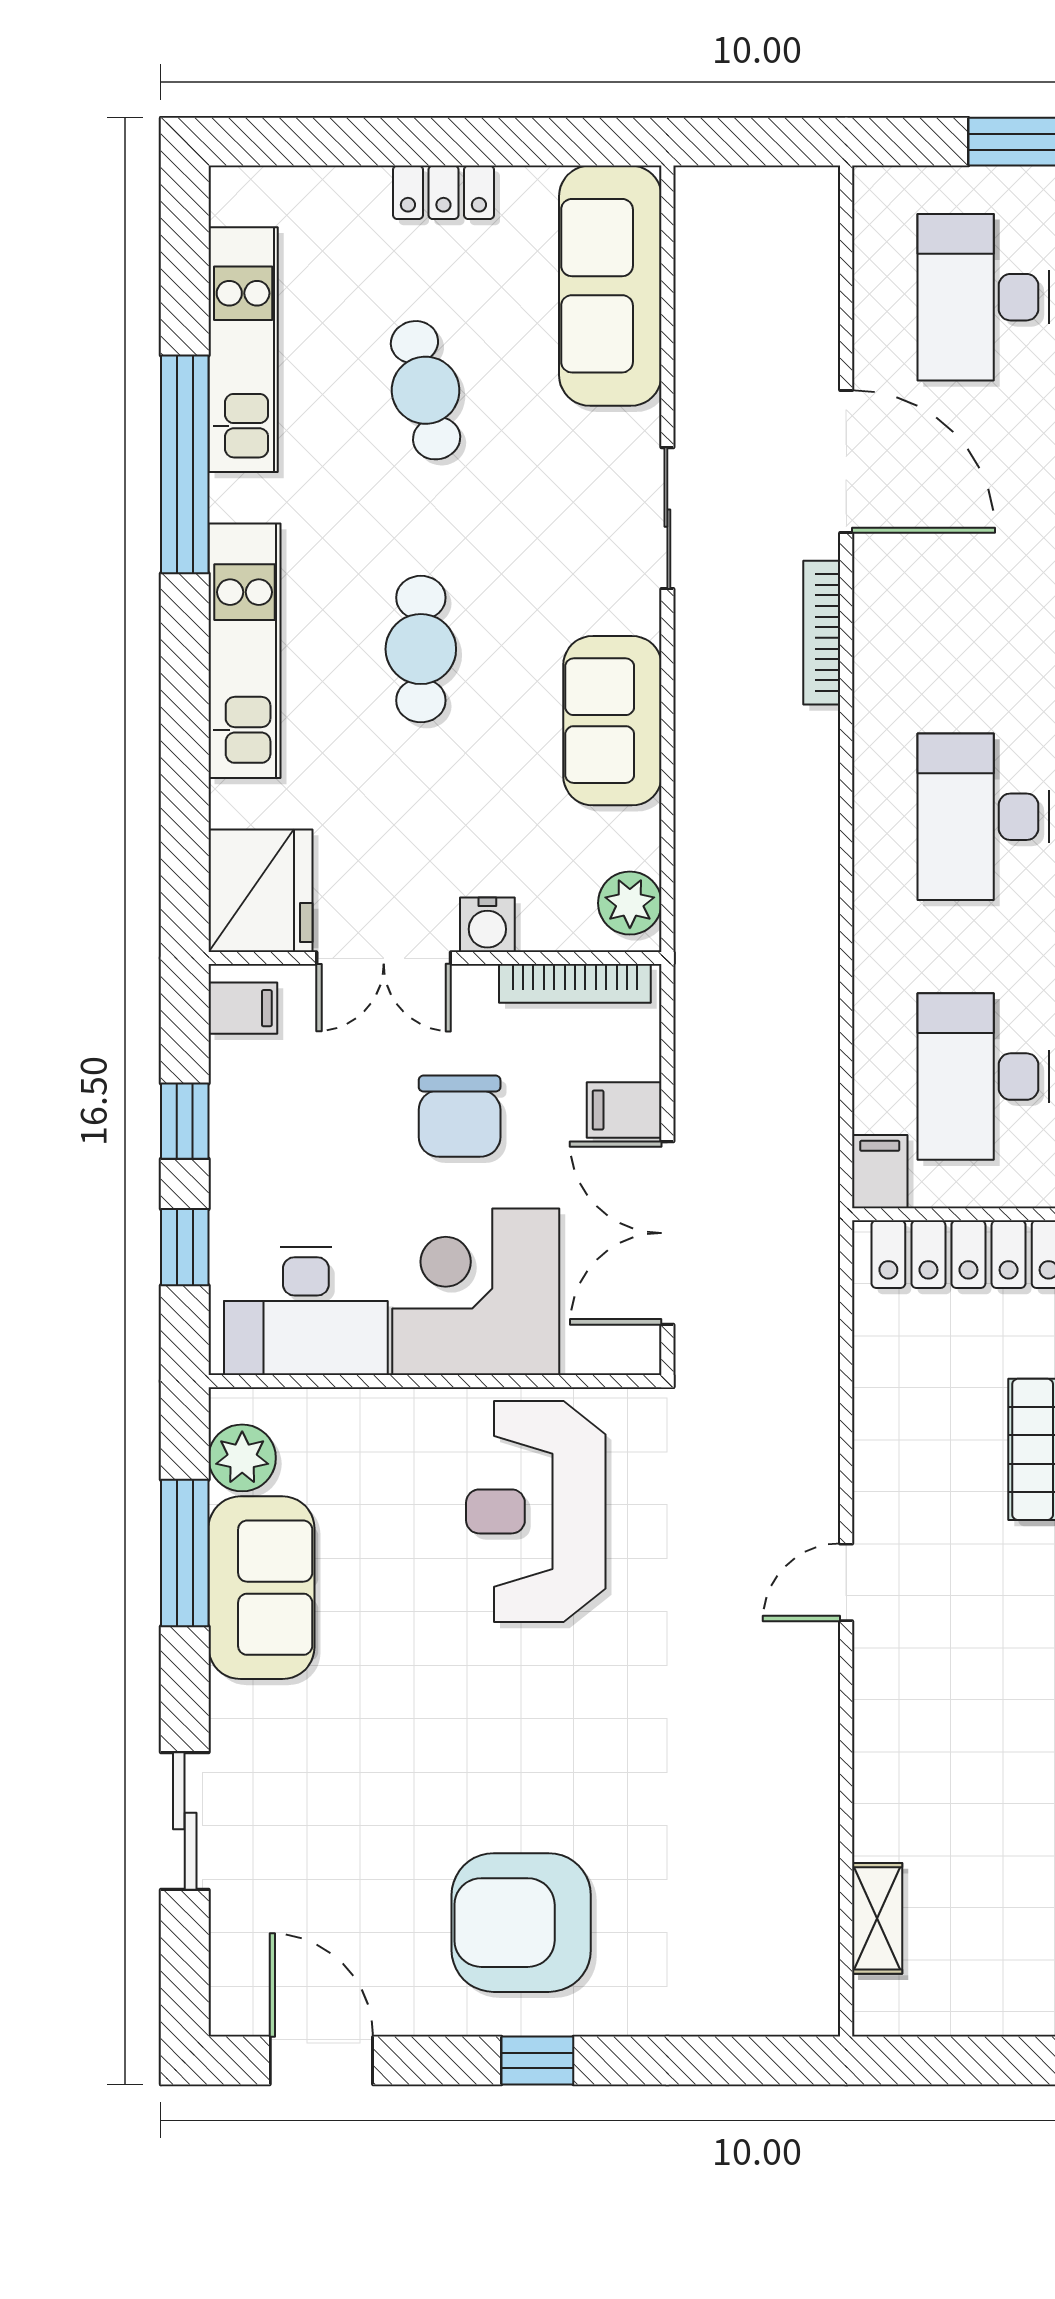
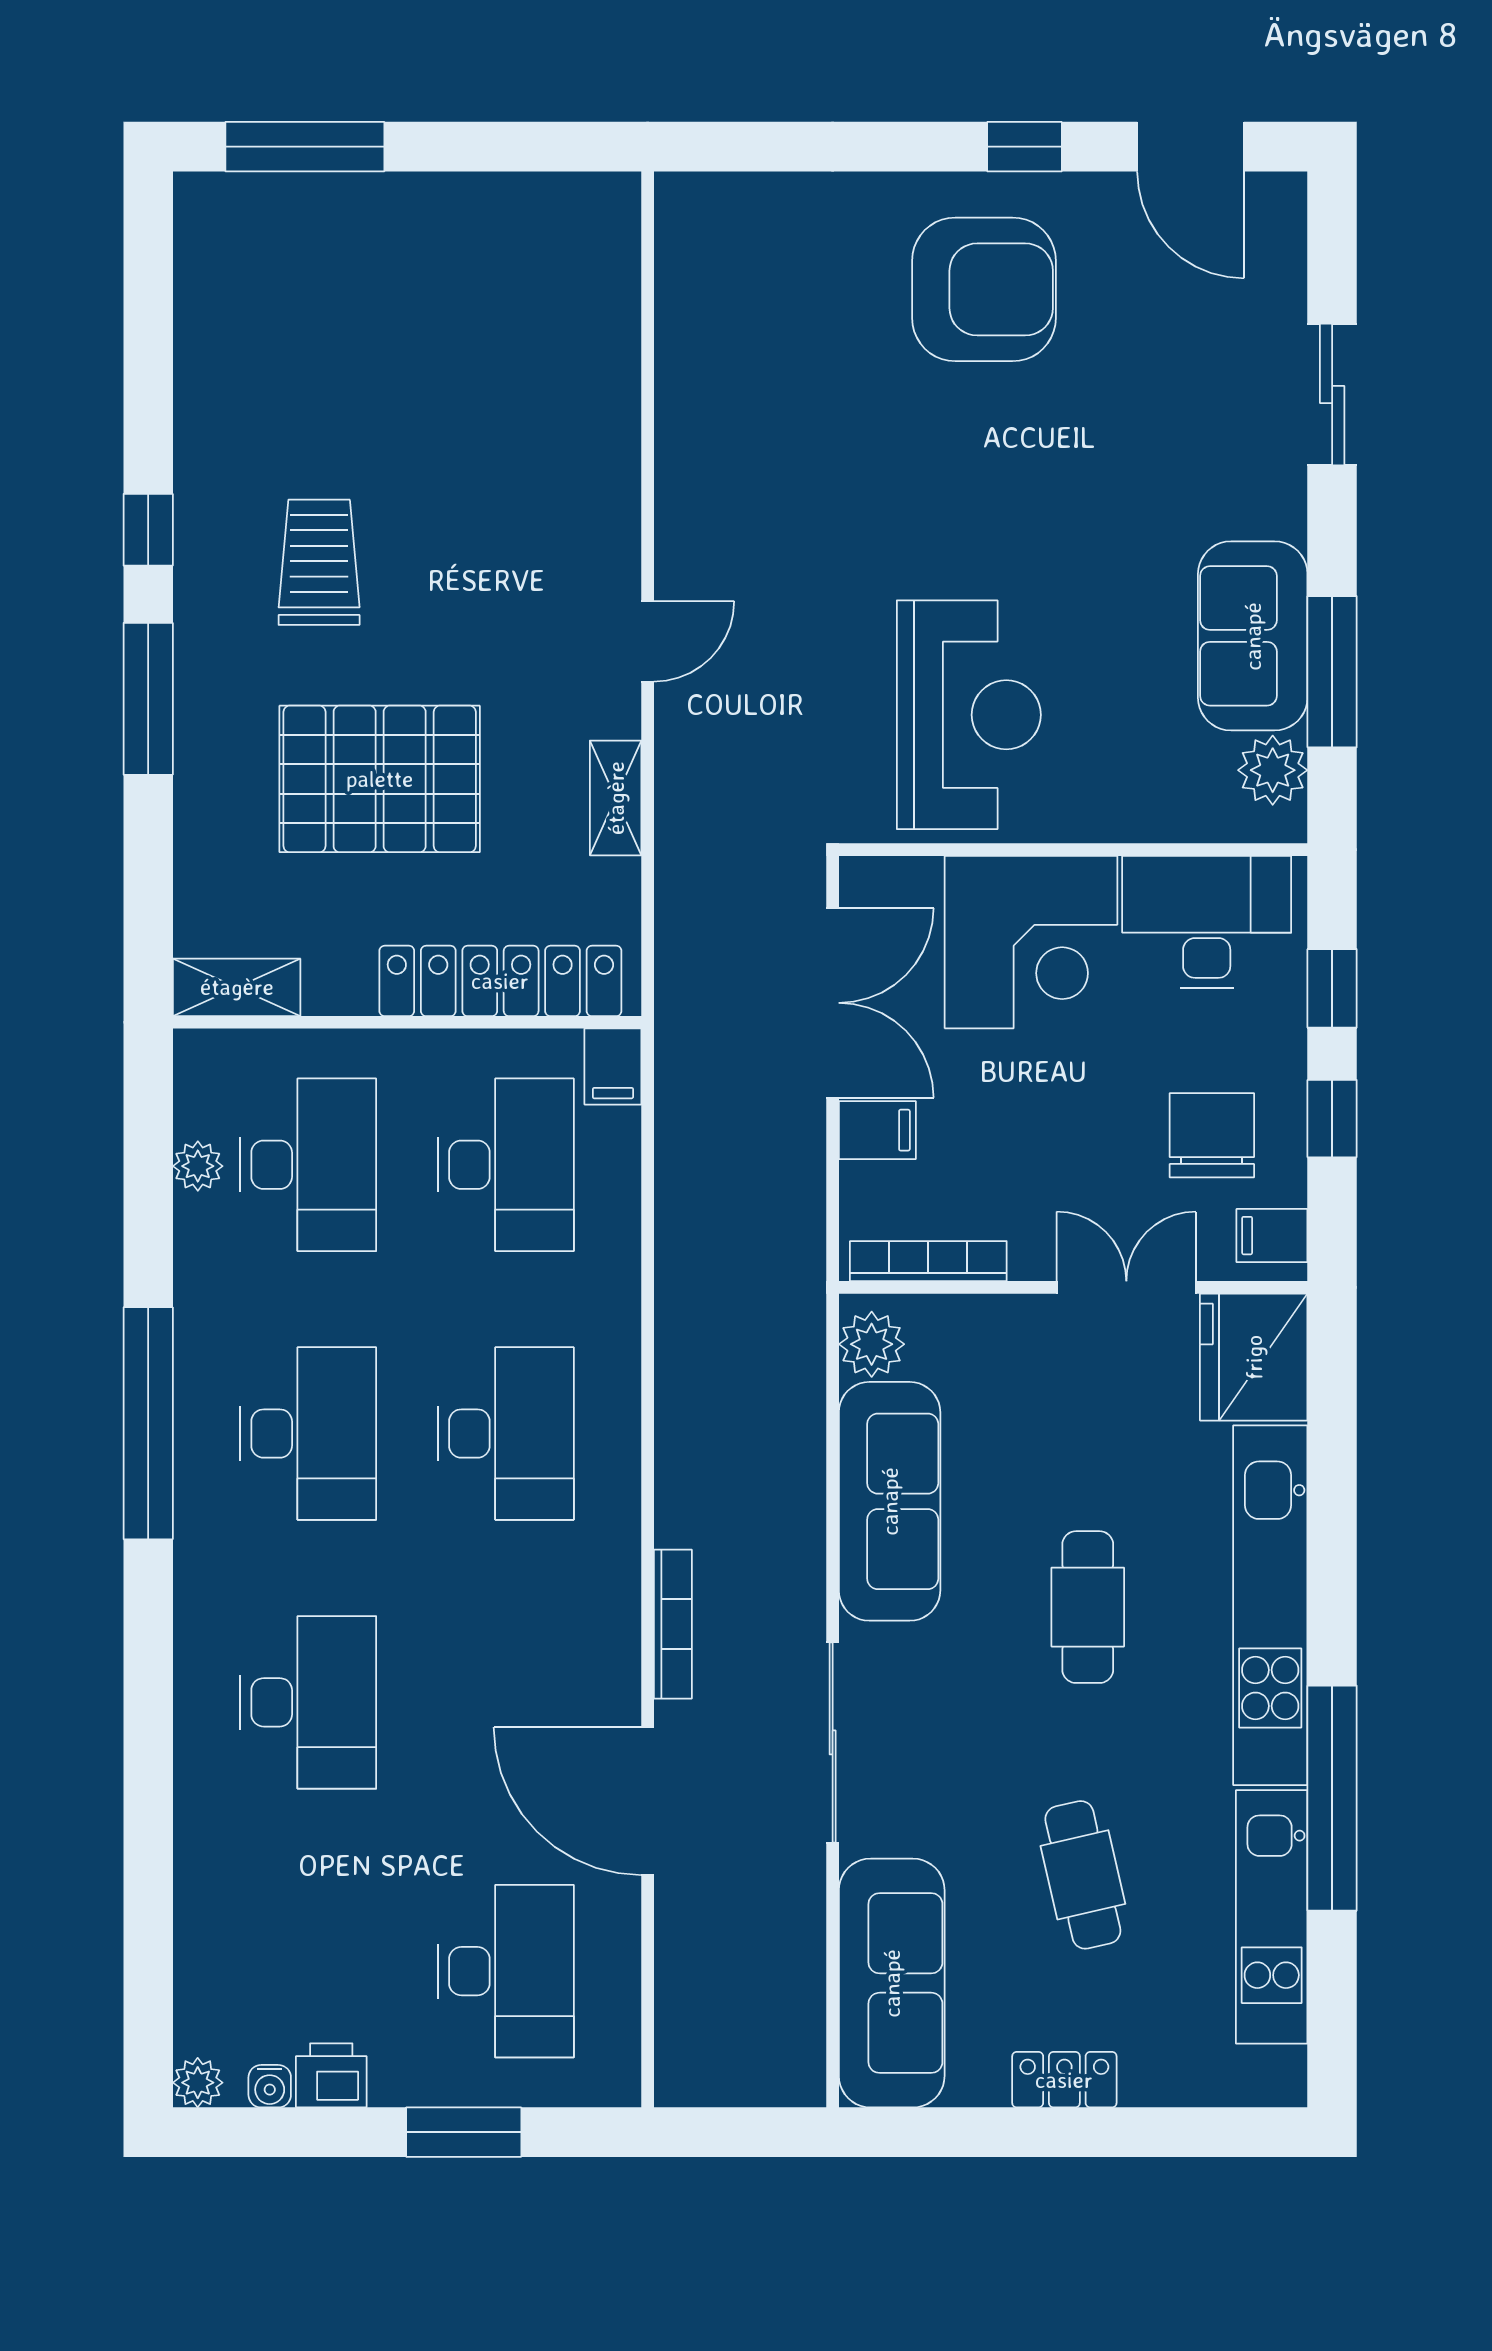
sliding door: (667, 518) -> (833, 1742), width x1.37
kitchen unit: (244, 651) -> (1270, 1605), width x1.36
sofa: (612, 721) -> (890, 1501), width x1.36
water cooler: (487, 925) -> (1019, 1322), removed
chair: (460, 1116) -> (1212, 1135), moved
shelving: (877, 1918) -> (616, 798), moved
window: (537, 2061) -> (1025, 147), moved

